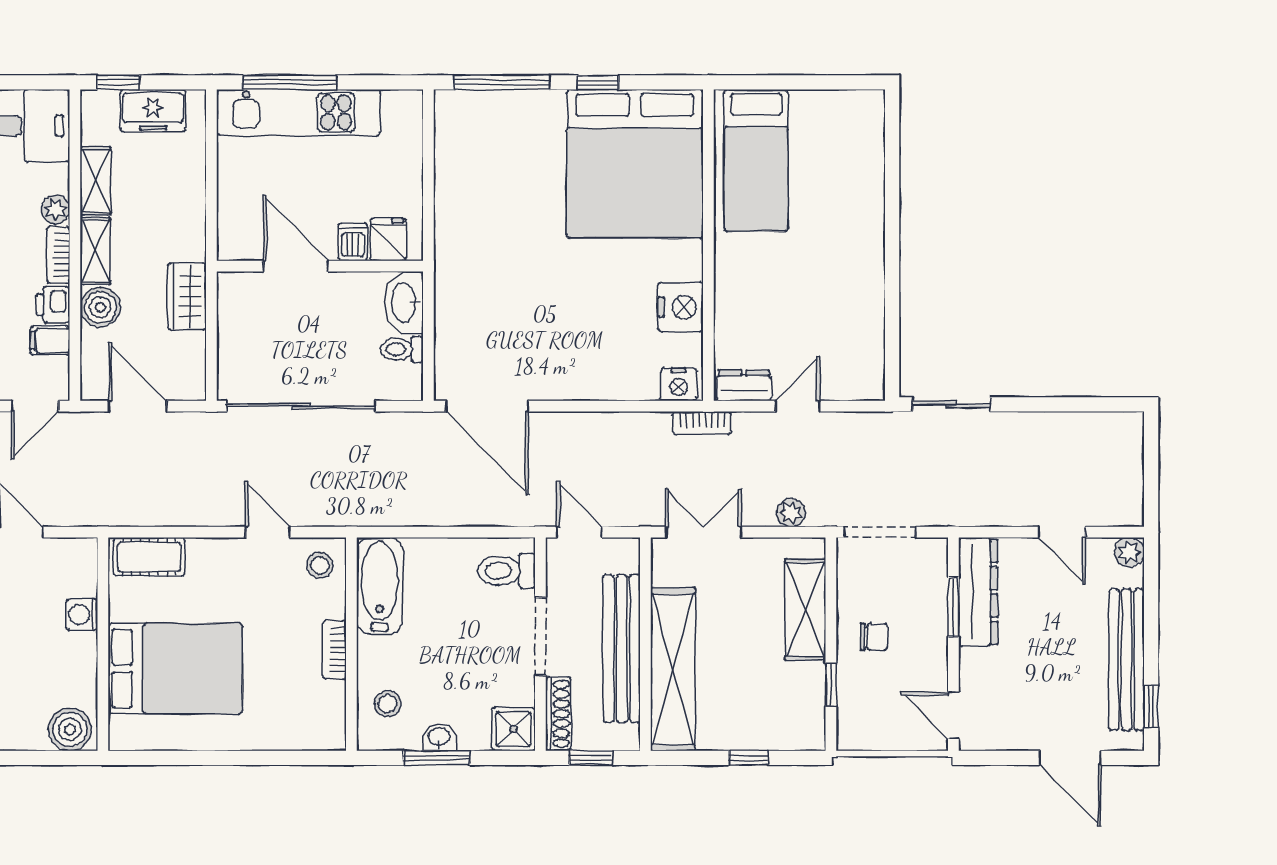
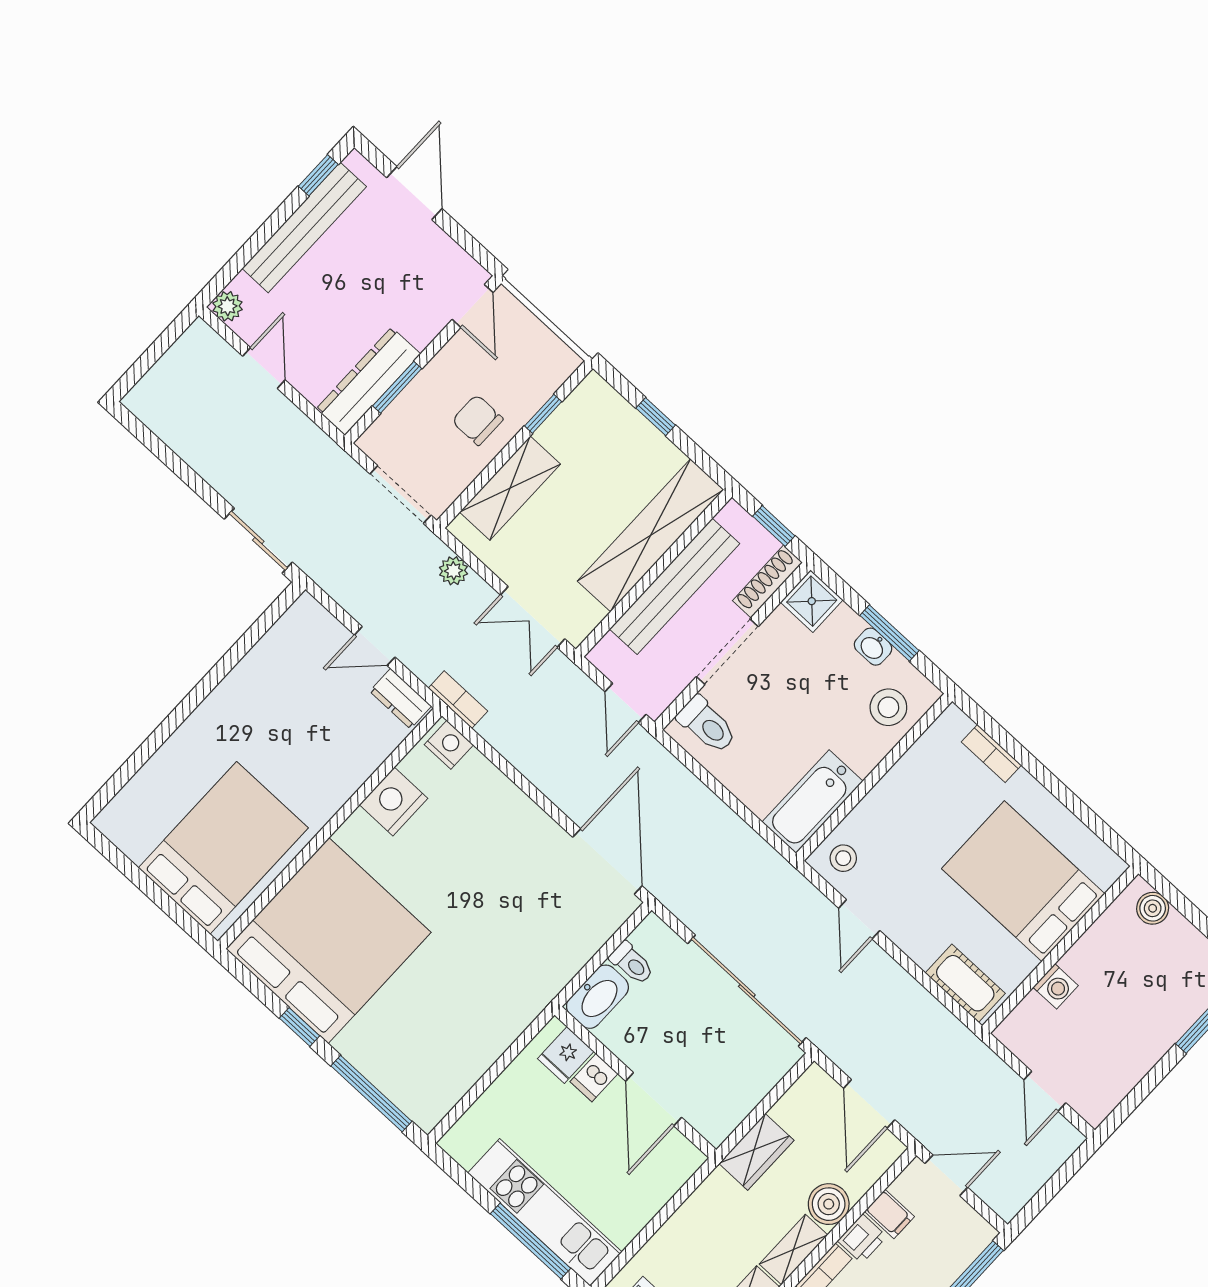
bed: (756, 160) -> (223, 848), width x1.50
chair: (874, 637) -> (477, 420), width x1.37, depth x1.37
bookcase: (334, 650) -> (991, 754), moved, turned 90
stool: (388, 704) -> (888, 707), width x1.37, depth x1.37
boiler: (70, 729) -> (1153, 908), width x0.73, depth x0.73

